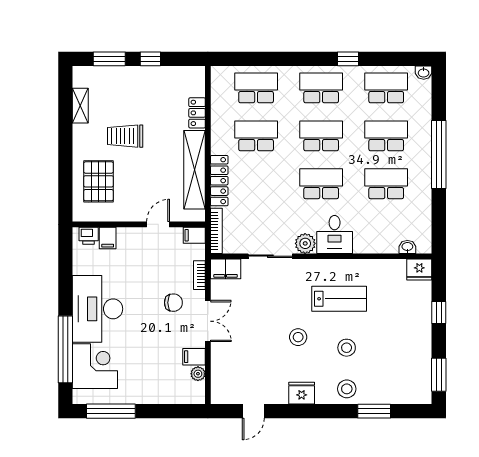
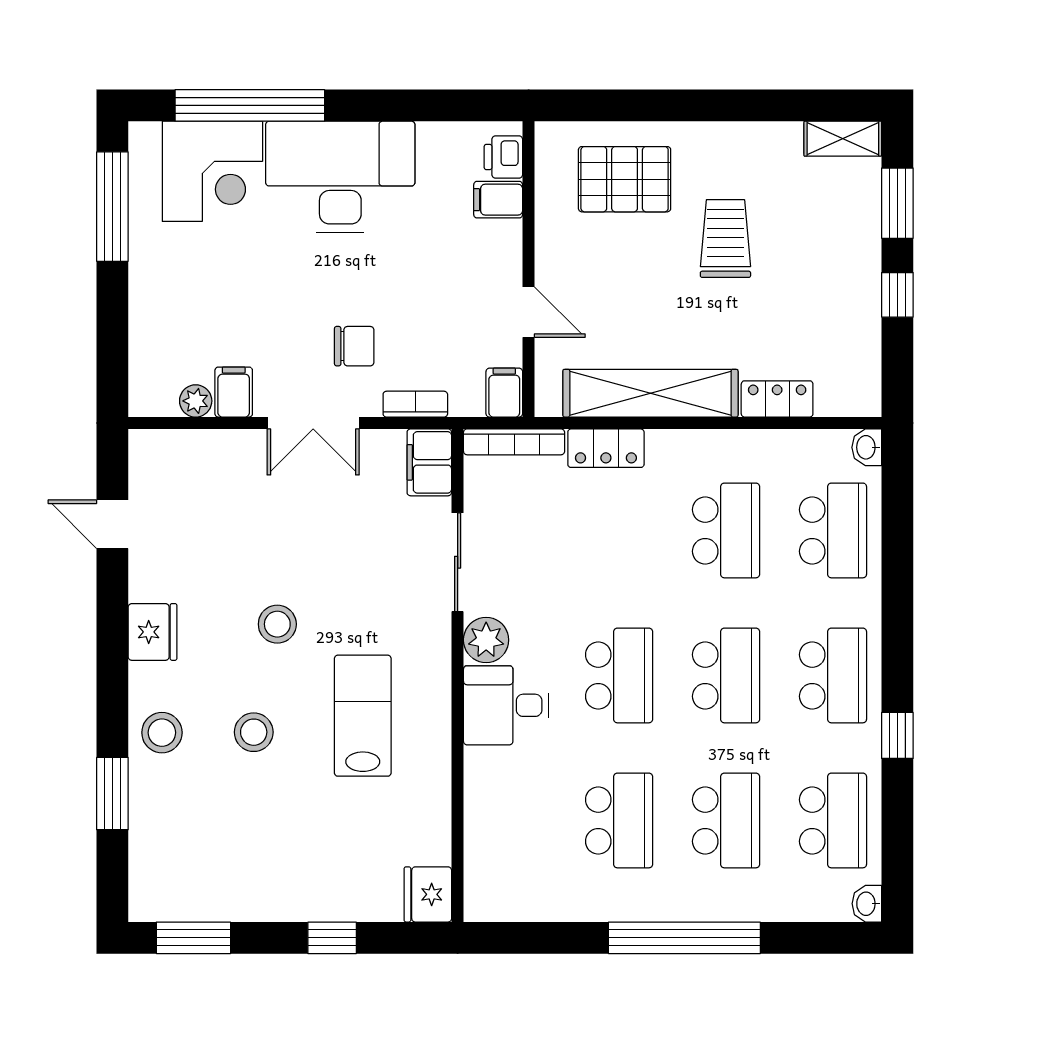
shelving: (80, 106) -> (843, 139), moved
locker: (219, 181) -> (606, 448), width x0.66
washbasin: (407, 247) -> (867, 447), moved, turned 180
lab bench: (339, 299) -> (363, 716), turned 180
chair: (173, 303) -> (354, 346), turned -90

